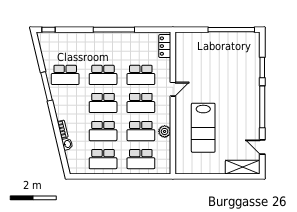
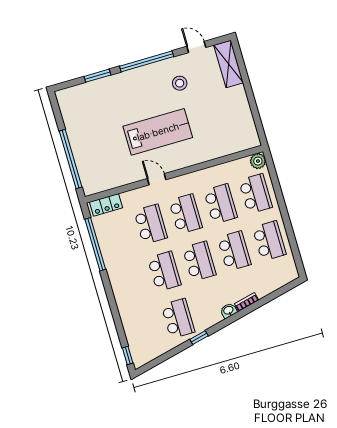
window: (114, 30) -> (95, 244), moved
window: (231, 30) -> (71, 159), moved
window: (47, 86) -> (199, 338), width x0.46
stool: (239, 127) -> (180, 83), added
lab bench: (203, 128) -> (158, 132), moved
plant: (165, 131) -> (258, 161), moved
washbasin: (67, 144) -> (229, 311), moved
door: (262, 147) -> (196, 47), swing flipped

